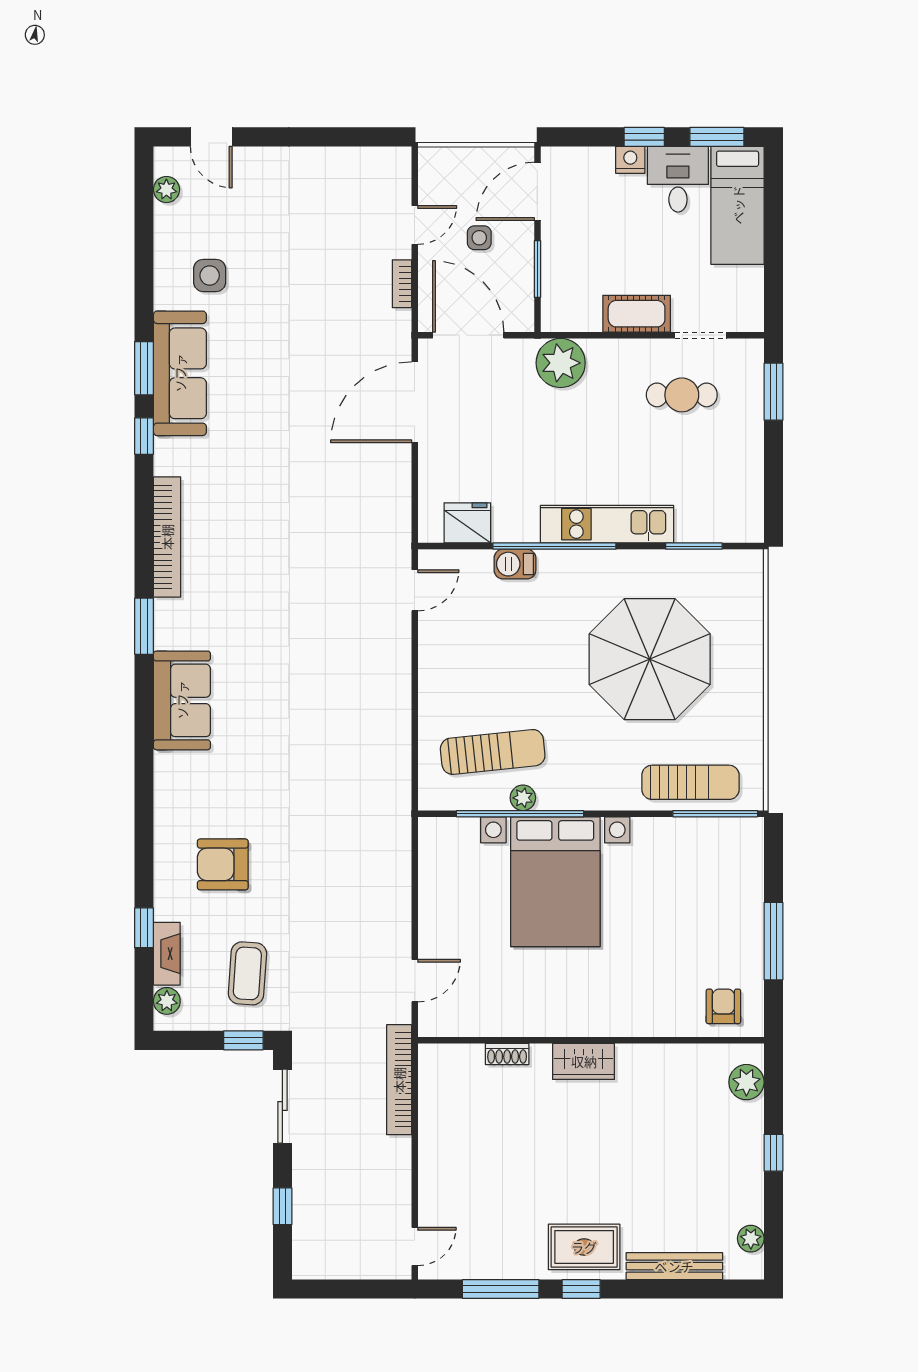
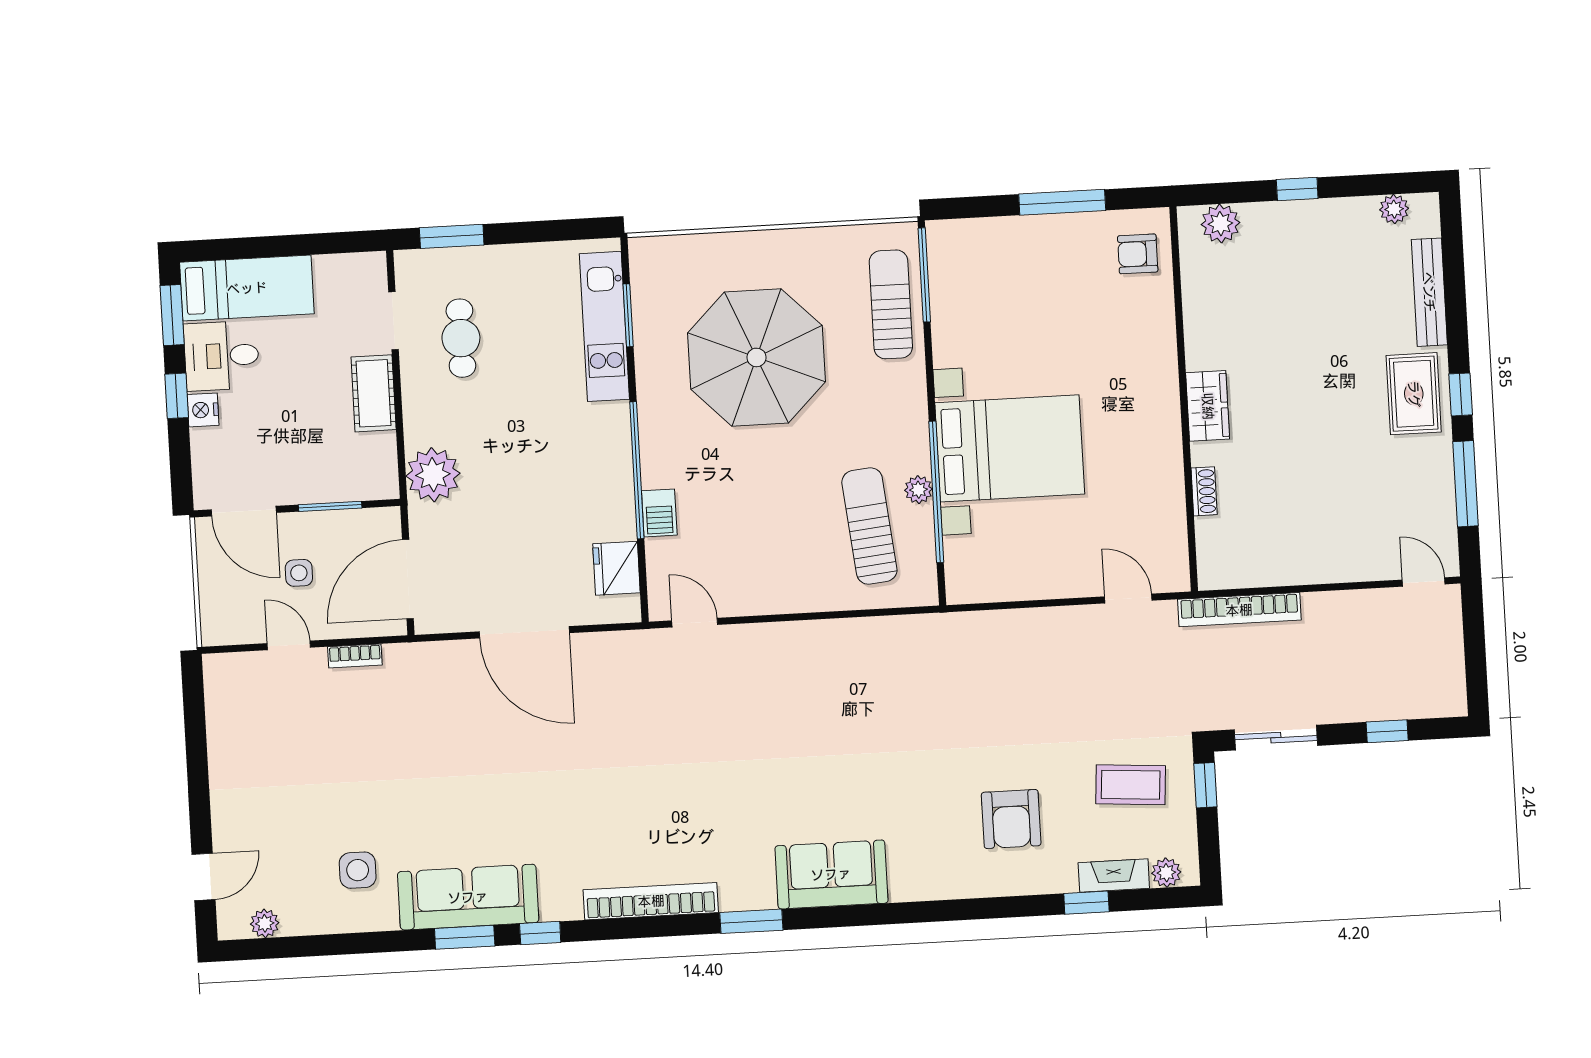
door: (415, 402) -> (524, 632), moved
kitchen unit: (607, 524) -> (604, 326), moved

